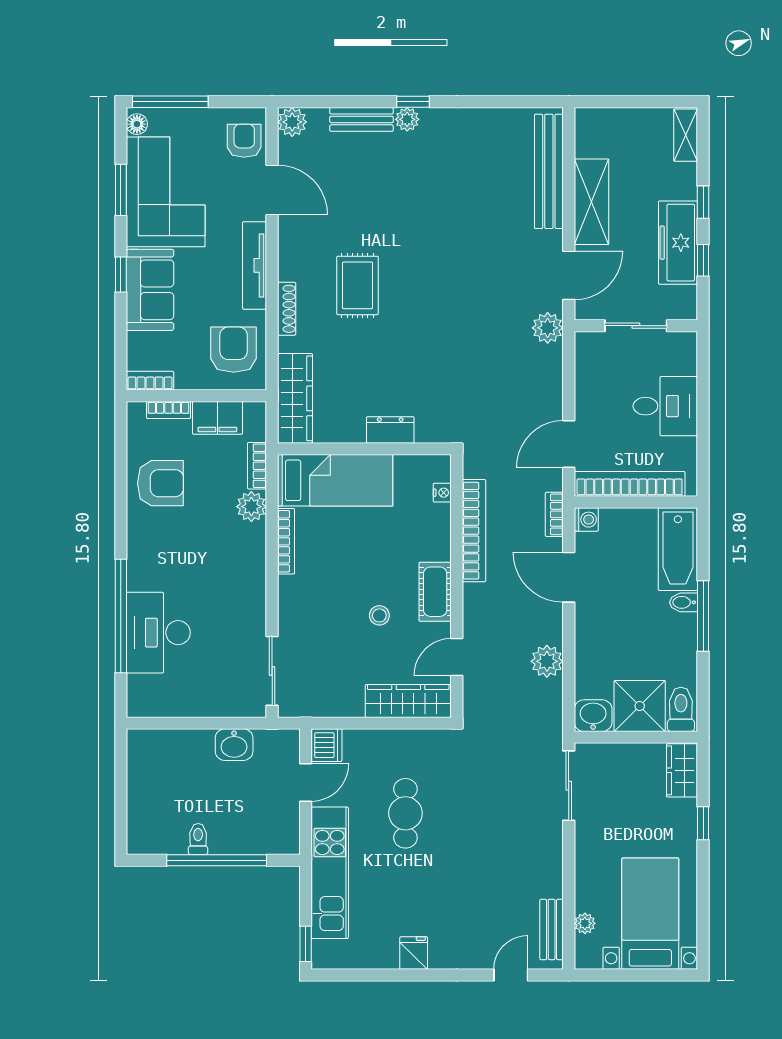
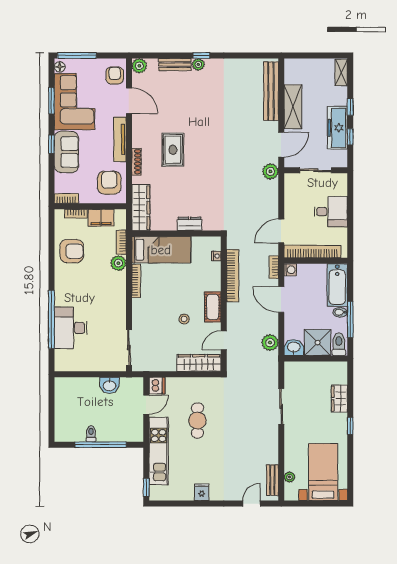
shower: (640, 706) -> (318, 343), moved
toilet: (681, 709) -> (339, 344), moved
washbasin: (593, 716) -> (294, 347), moved
wall: (636, 737) -> (316, 359), moved

